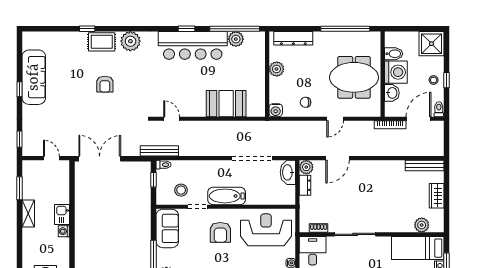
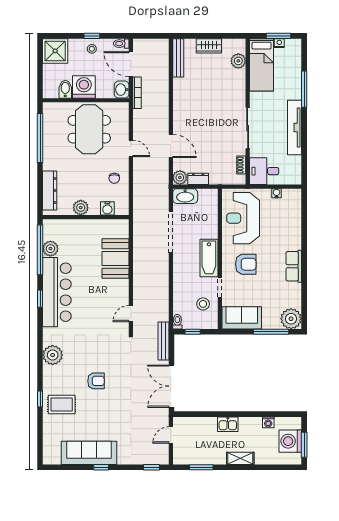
rug: (102, 42) -> (62, 405), moved, turned 90
washbasin: (392, 93) -> (122, 90), moved, turned -90
water cooler: (276, 110) -> (107, 208), moved, turned 90
bench: (159, 151) -> (163, 341), moved
shelving: (28, 214) -> (240, 458), moved
washing machine: (64, 231) -> (268, 422), moved

